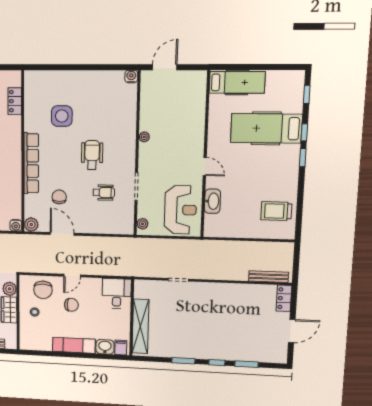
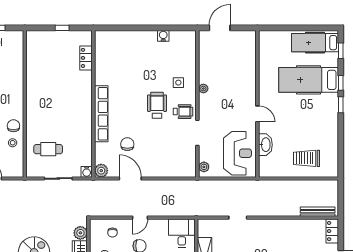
water cooler: (131, 76) -> (163, 36), moved
hospital bed: (237, 82) -> (315, 43), moved, turned 180
side table: (62, 116) -> (178, 83), moved, width x0.54, depth x0.54
wheelchair: (104, 193) -> (183, 112), moved
trolley: (276, 211) -> (306, 158), moved
chair: (43, 290) -> (112, 233), width x0.54, depth x0.54

